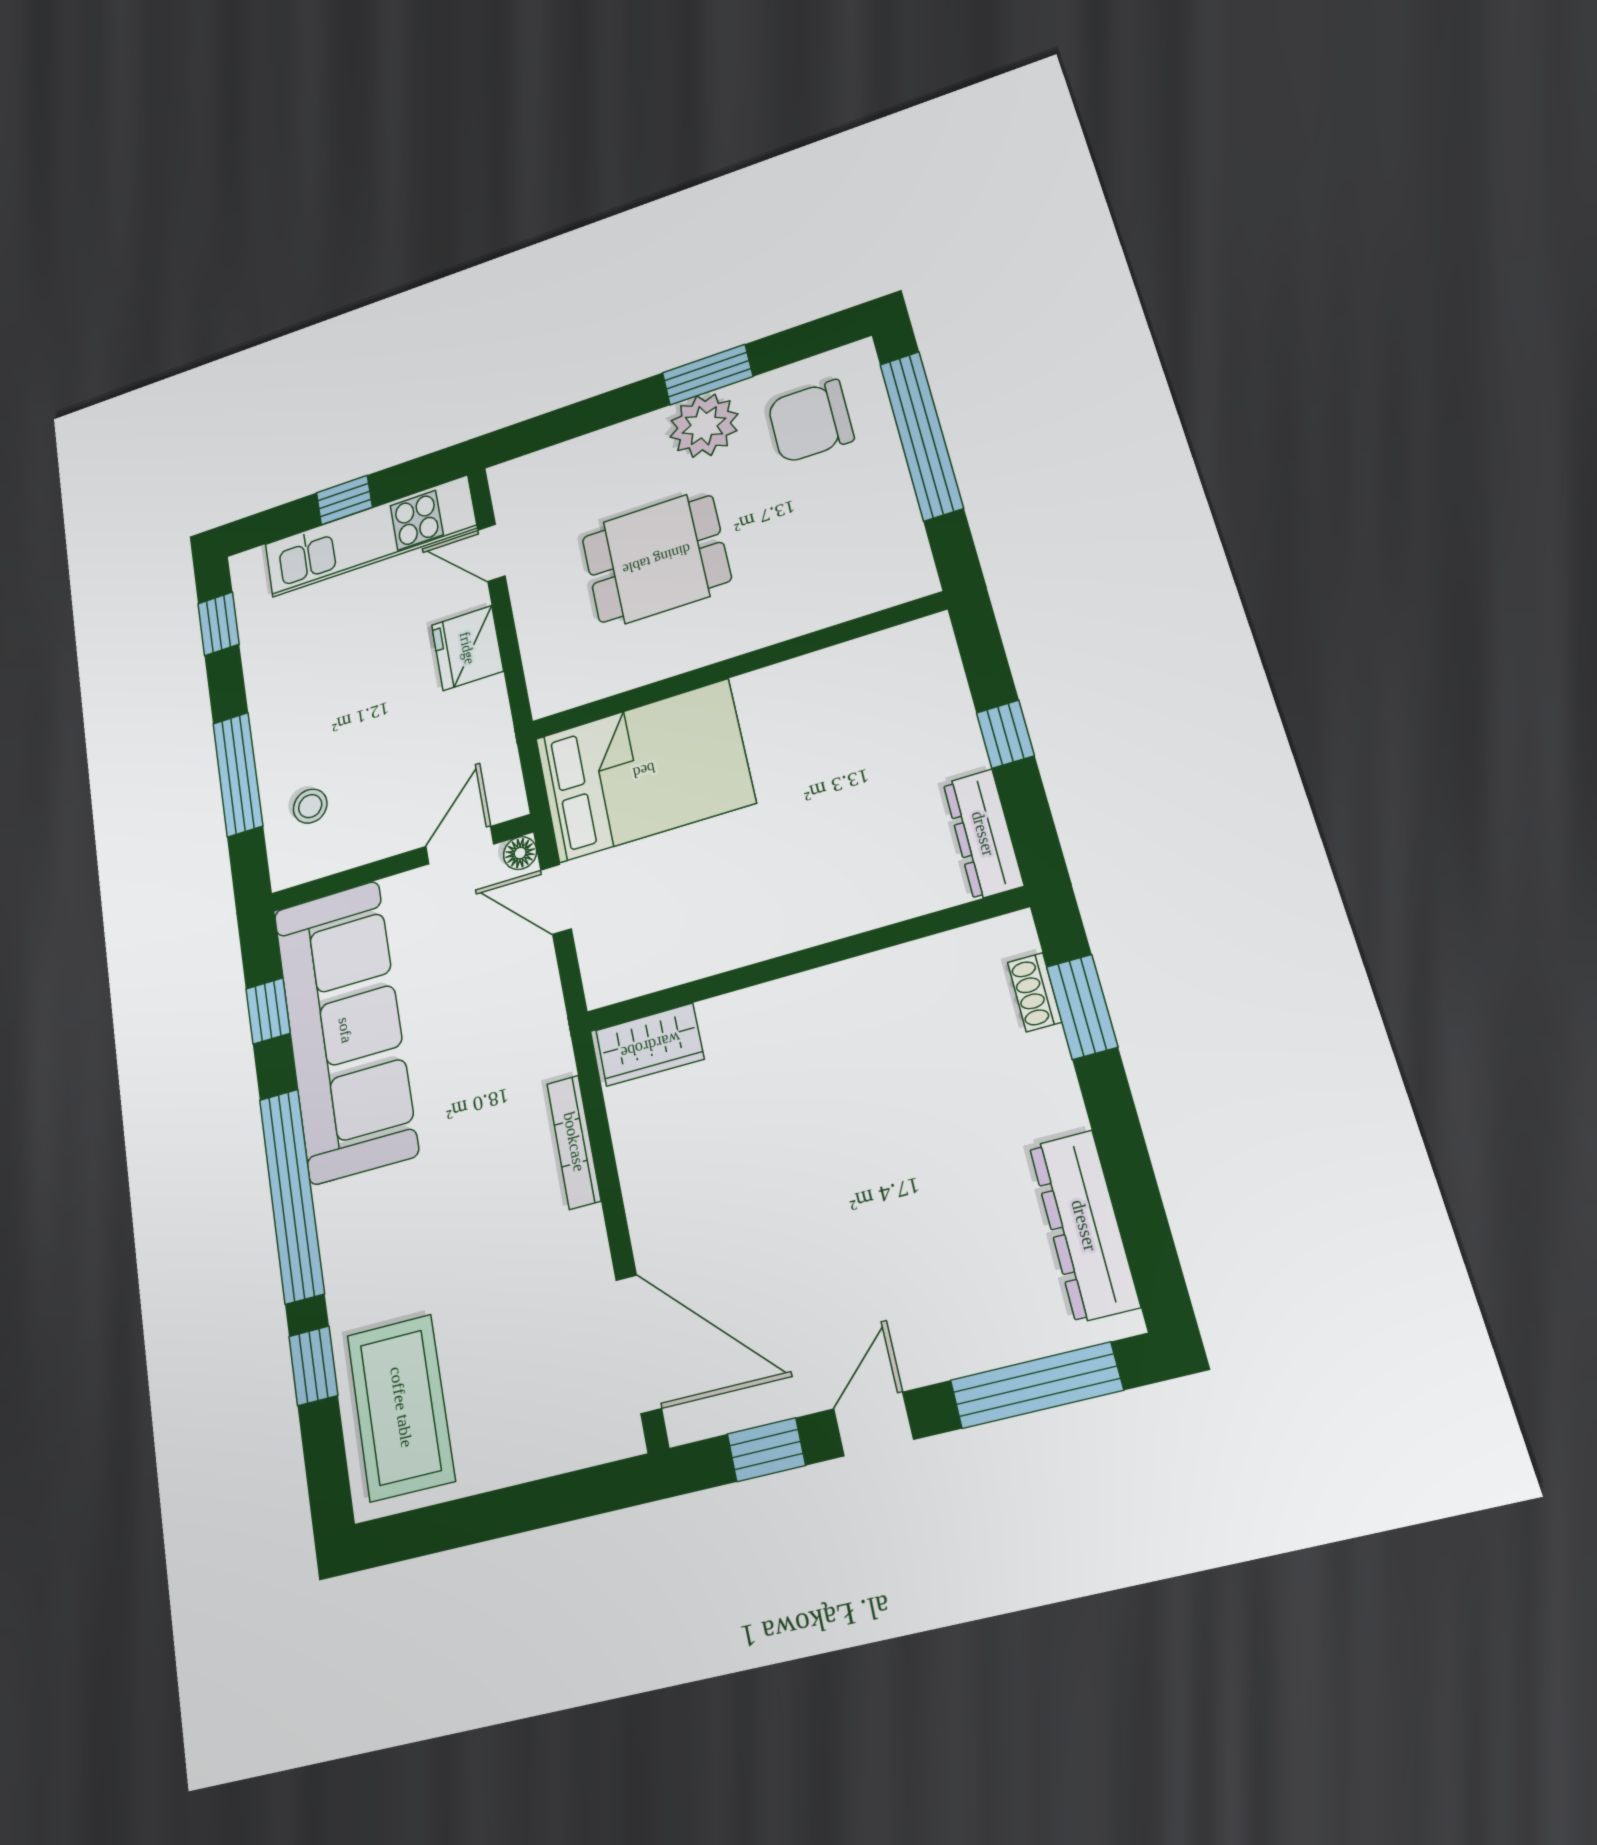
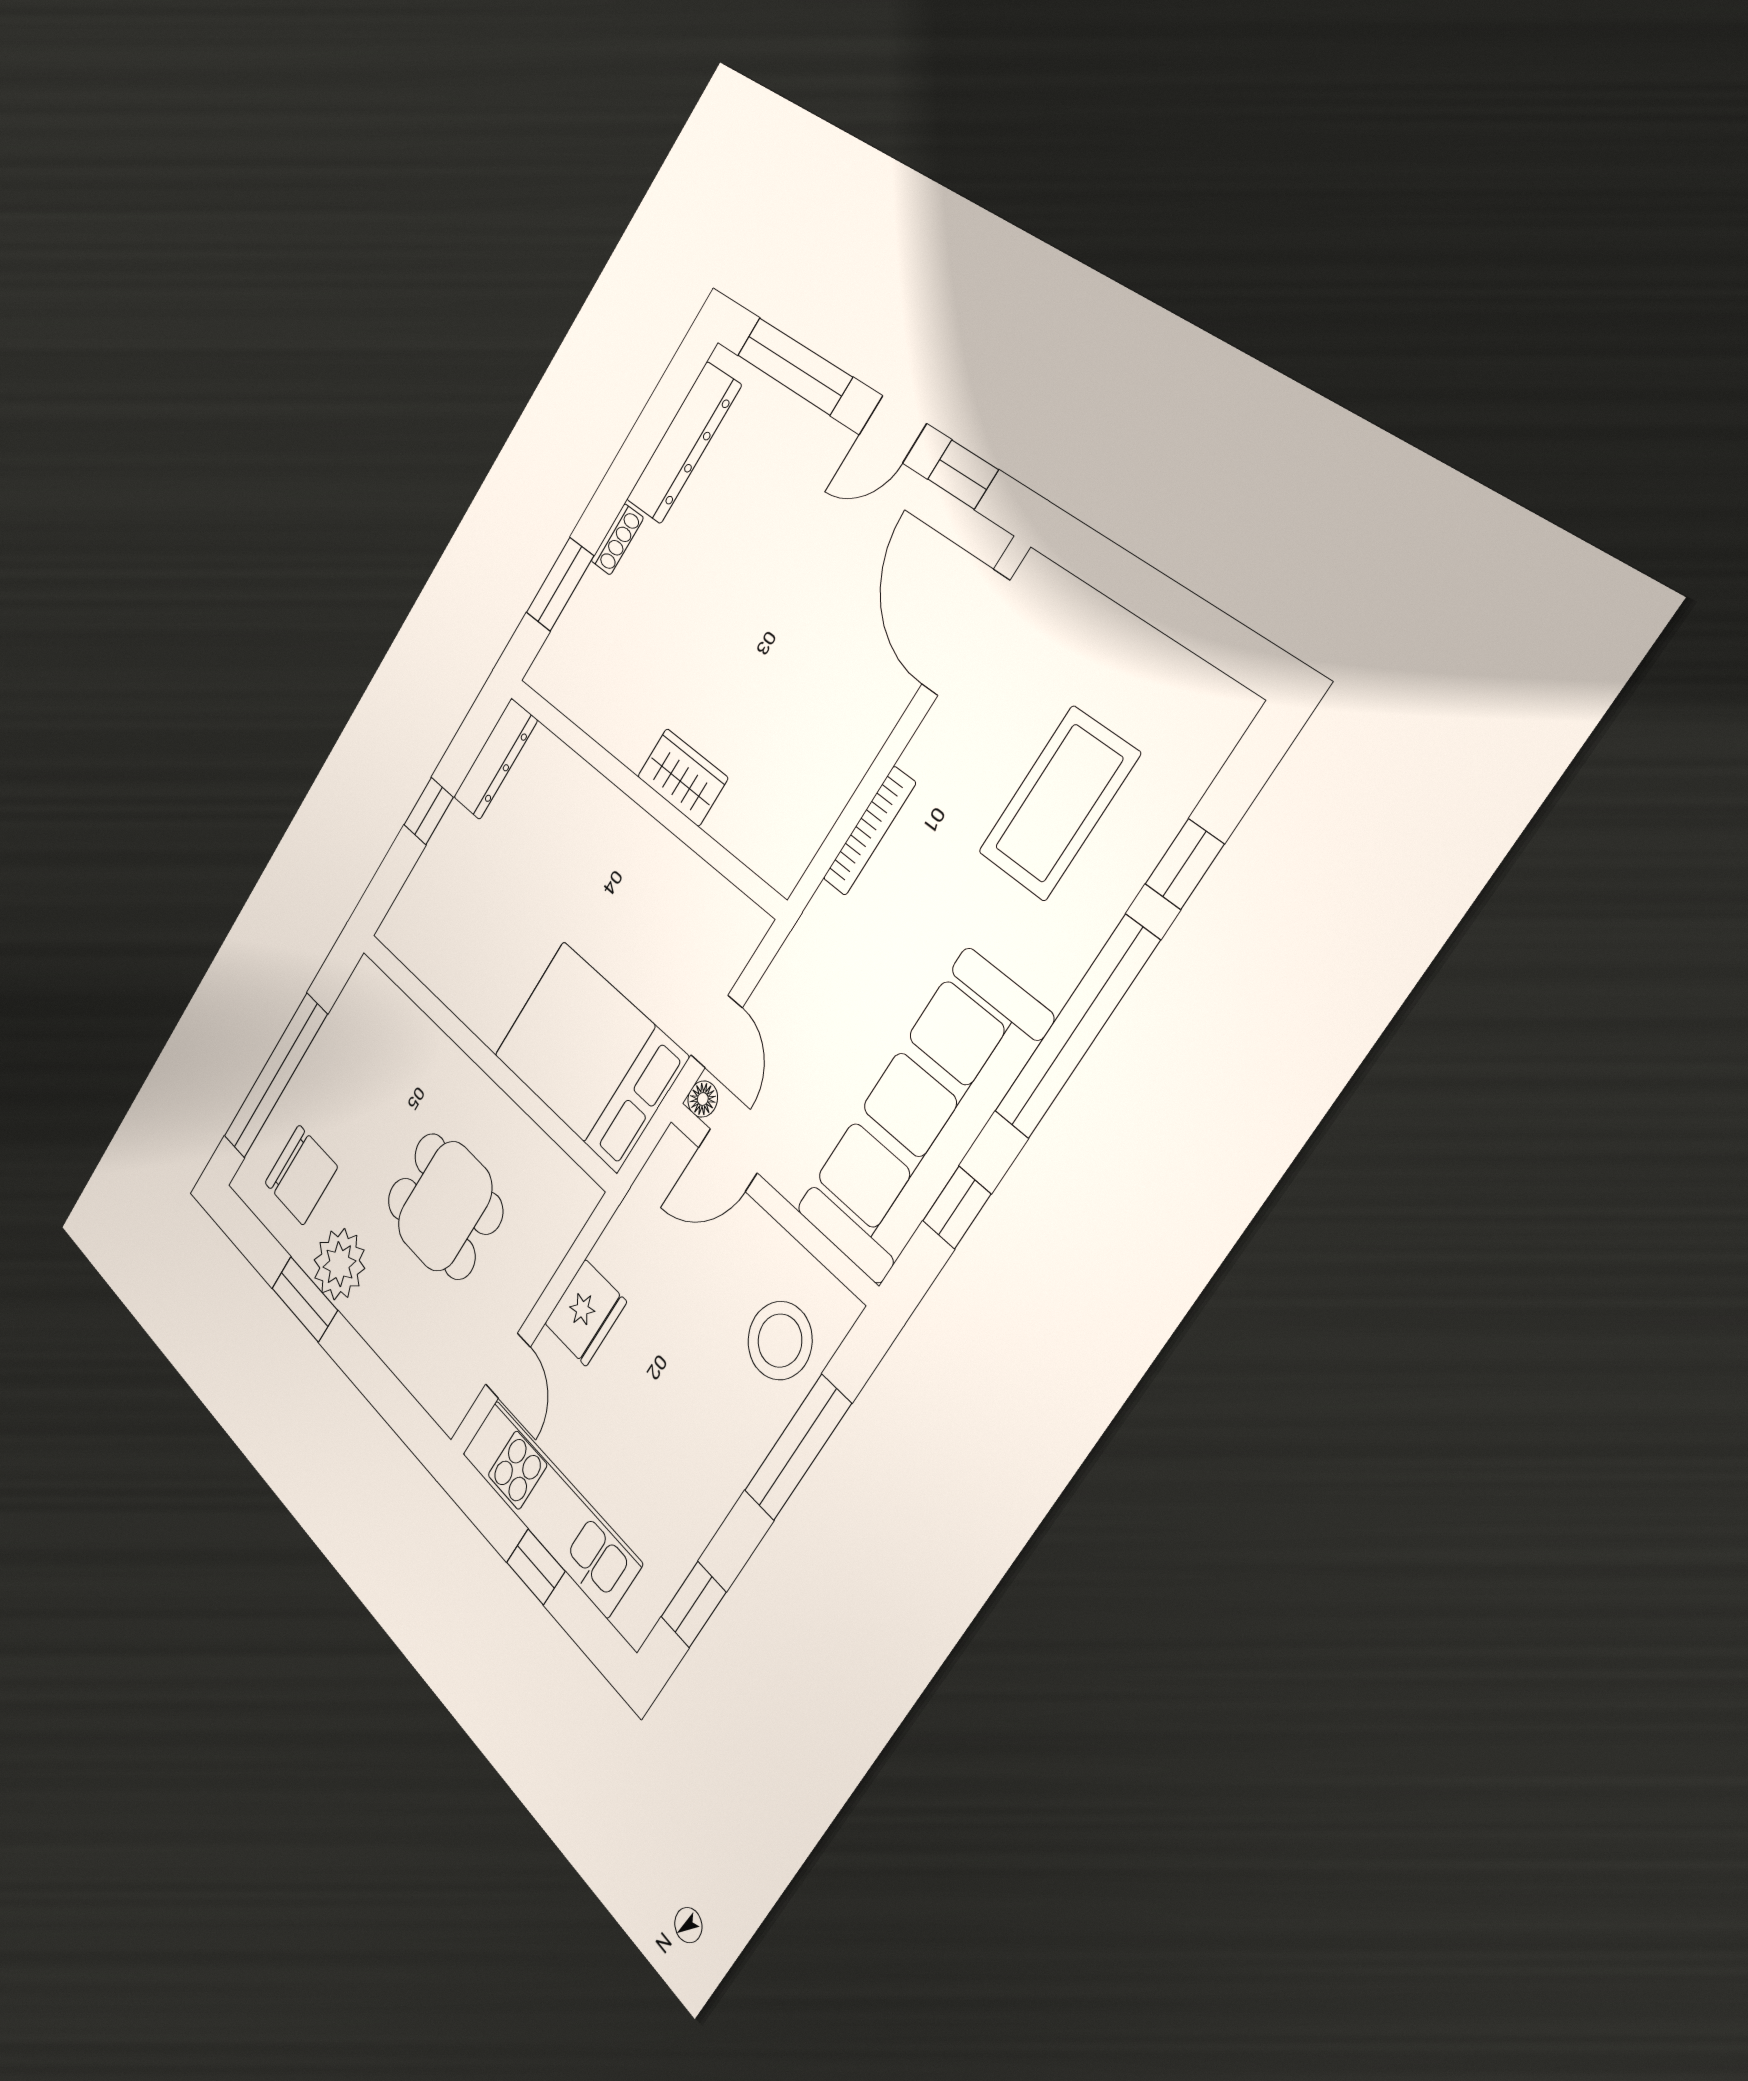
stool: (310, 806) -> (780, 1341), width x1.89, depth x1.89
shoe rack: (1035, 992) -> (617, 539), moved
wardrobe: (650, 1045) -> (683, 777), moved
coffee table: (401, 1407) -> (1059, 803), moved

